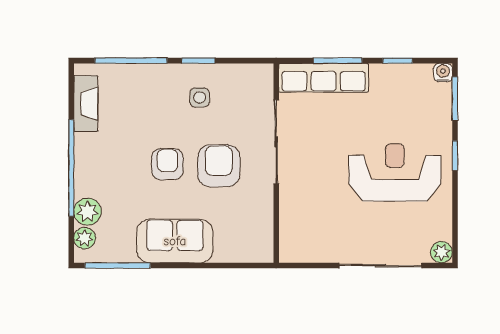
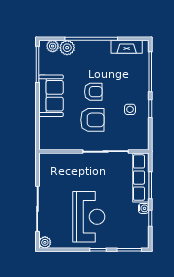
water cooler: (443, 73) -> (144, 208), moved

